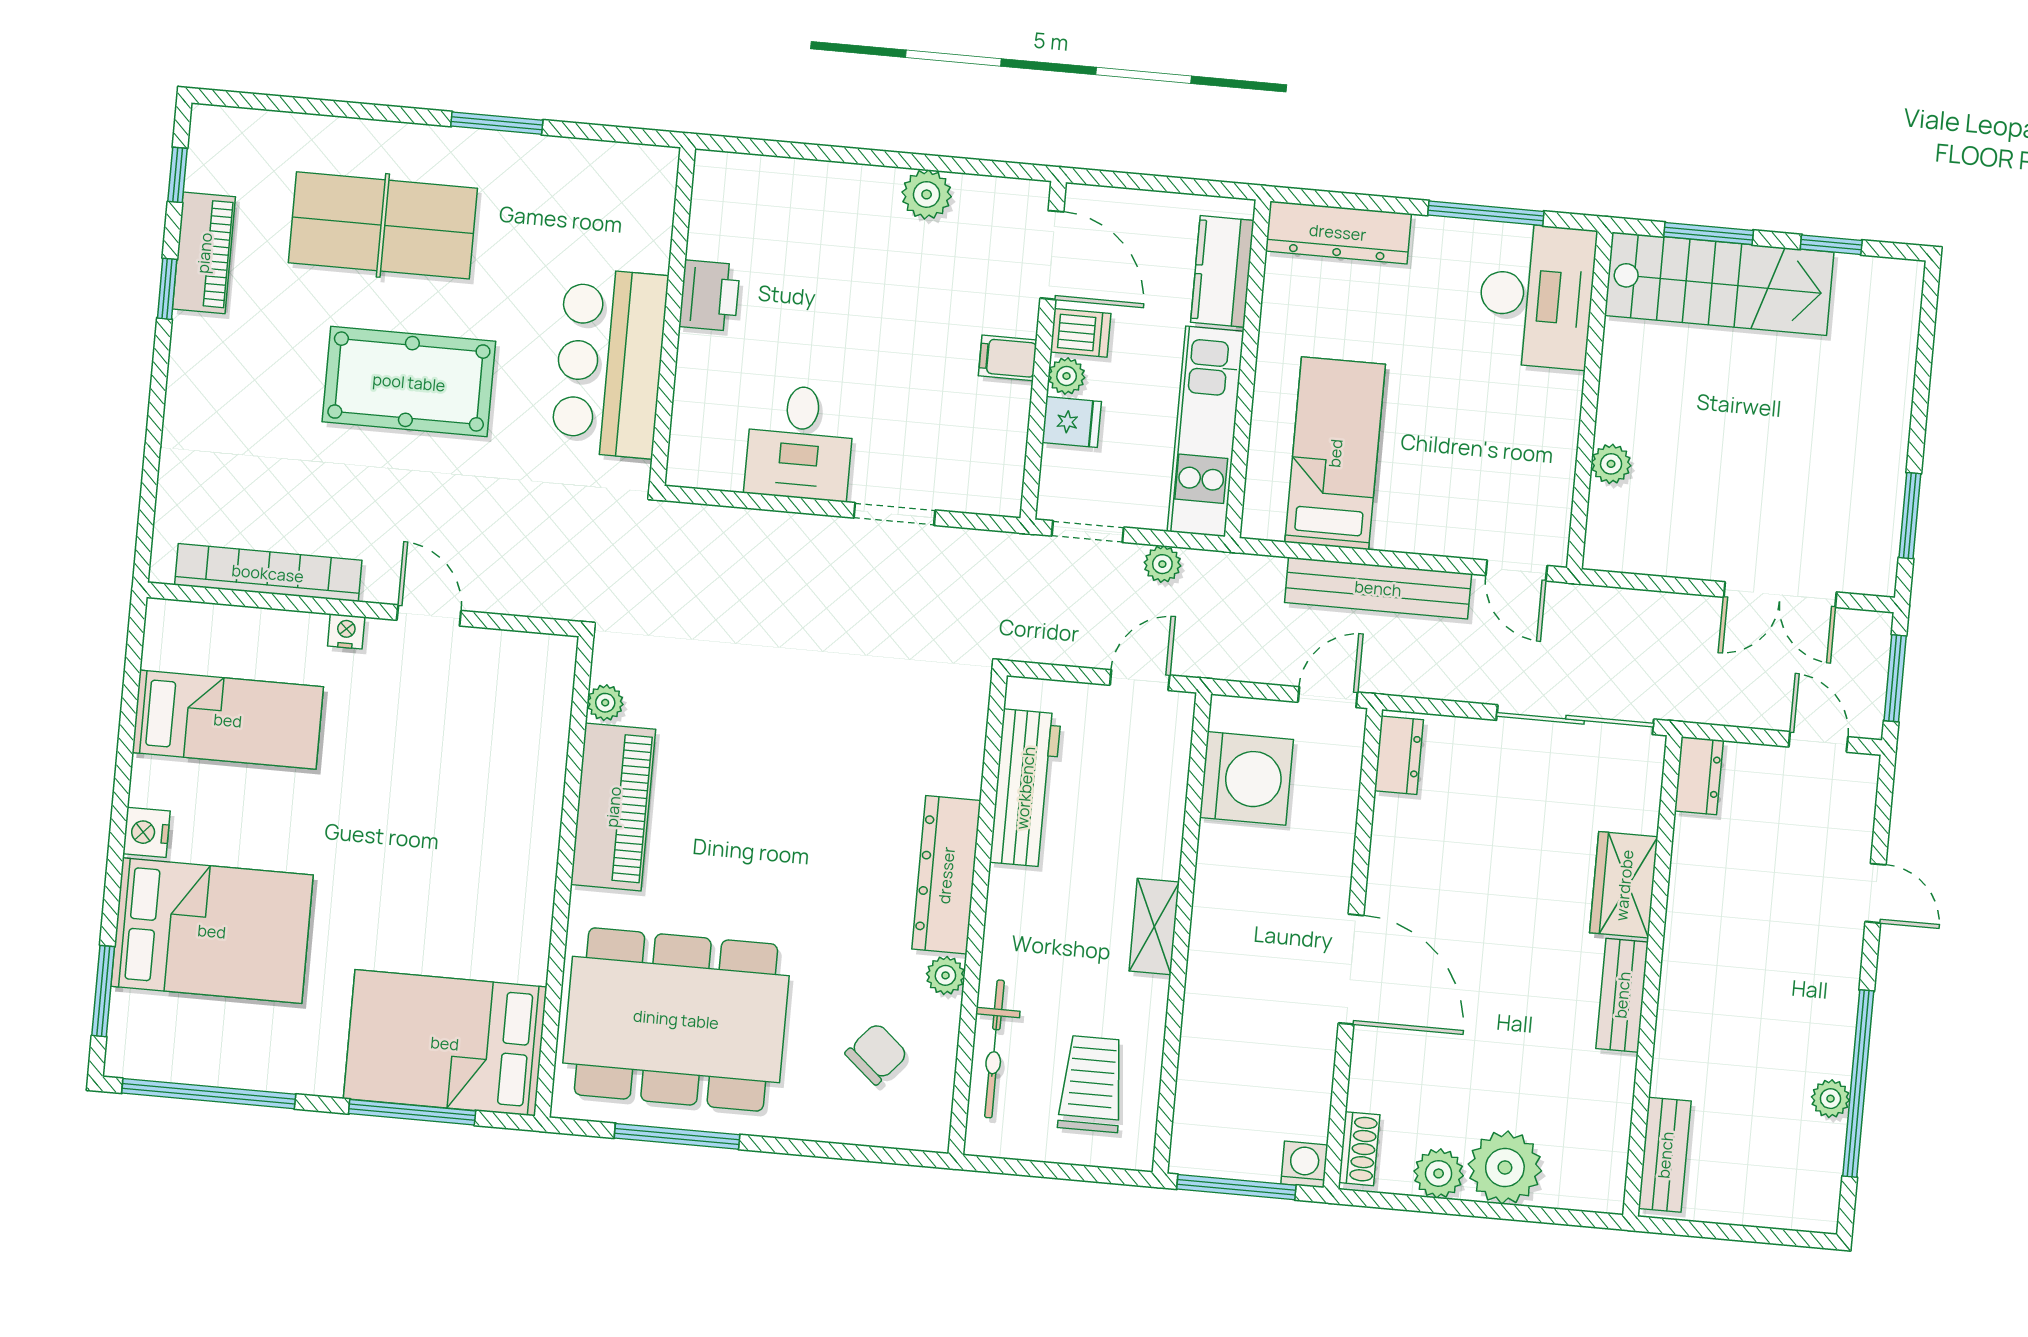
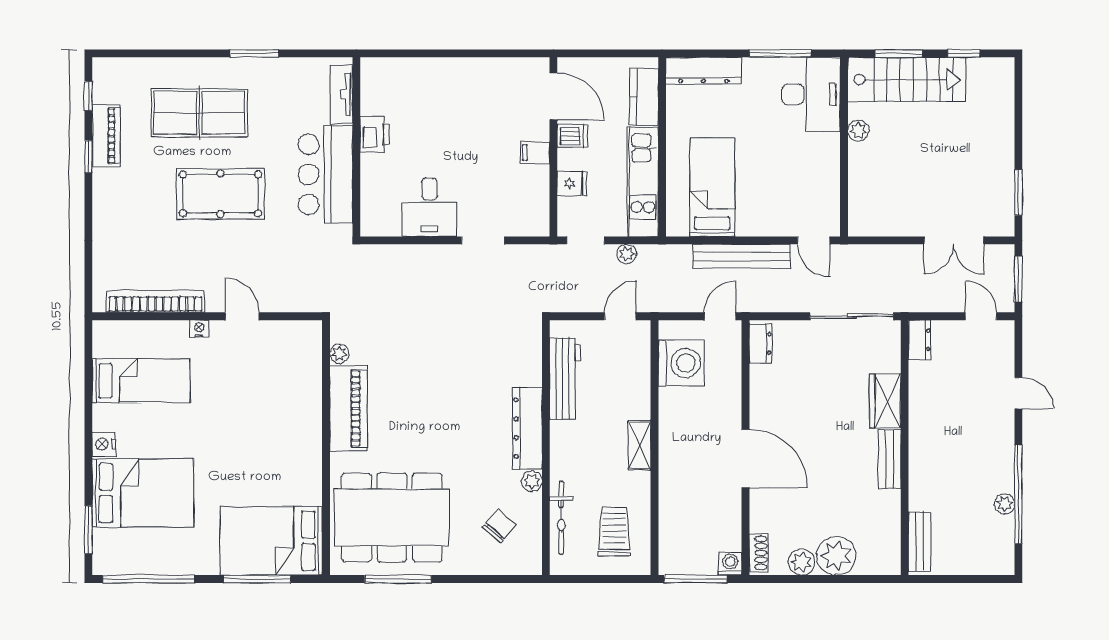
plant: (927, 194) -> (484, 70), removed
tv unit: (653, 215) -> (341, 94), added
plant: (1067, 376) -> (567, 159), removed
plant: (1611, 464) -> (858, 131), moved

